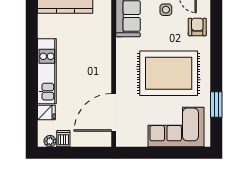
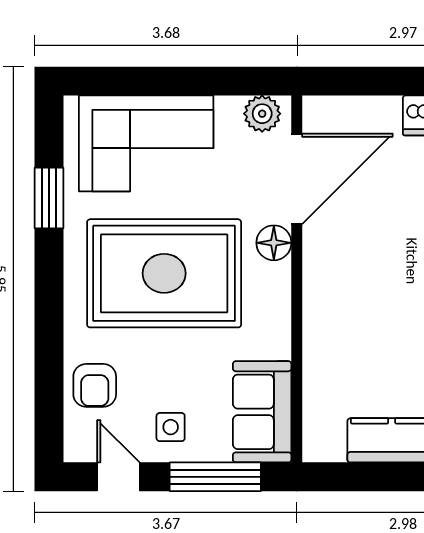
floor lamp: (123, 86) -> (274, 243), added
plant: (128, 139) -> (262, 114), added

